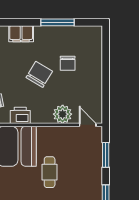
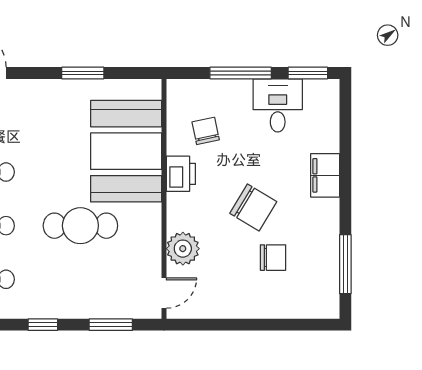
window: (57, 22) -> (345, 264), moved
chair: (68, 63) -> (273, 258), turned 180
cafe table: (50, 172) -> (80, 226), width x1.37, depth x1.35

